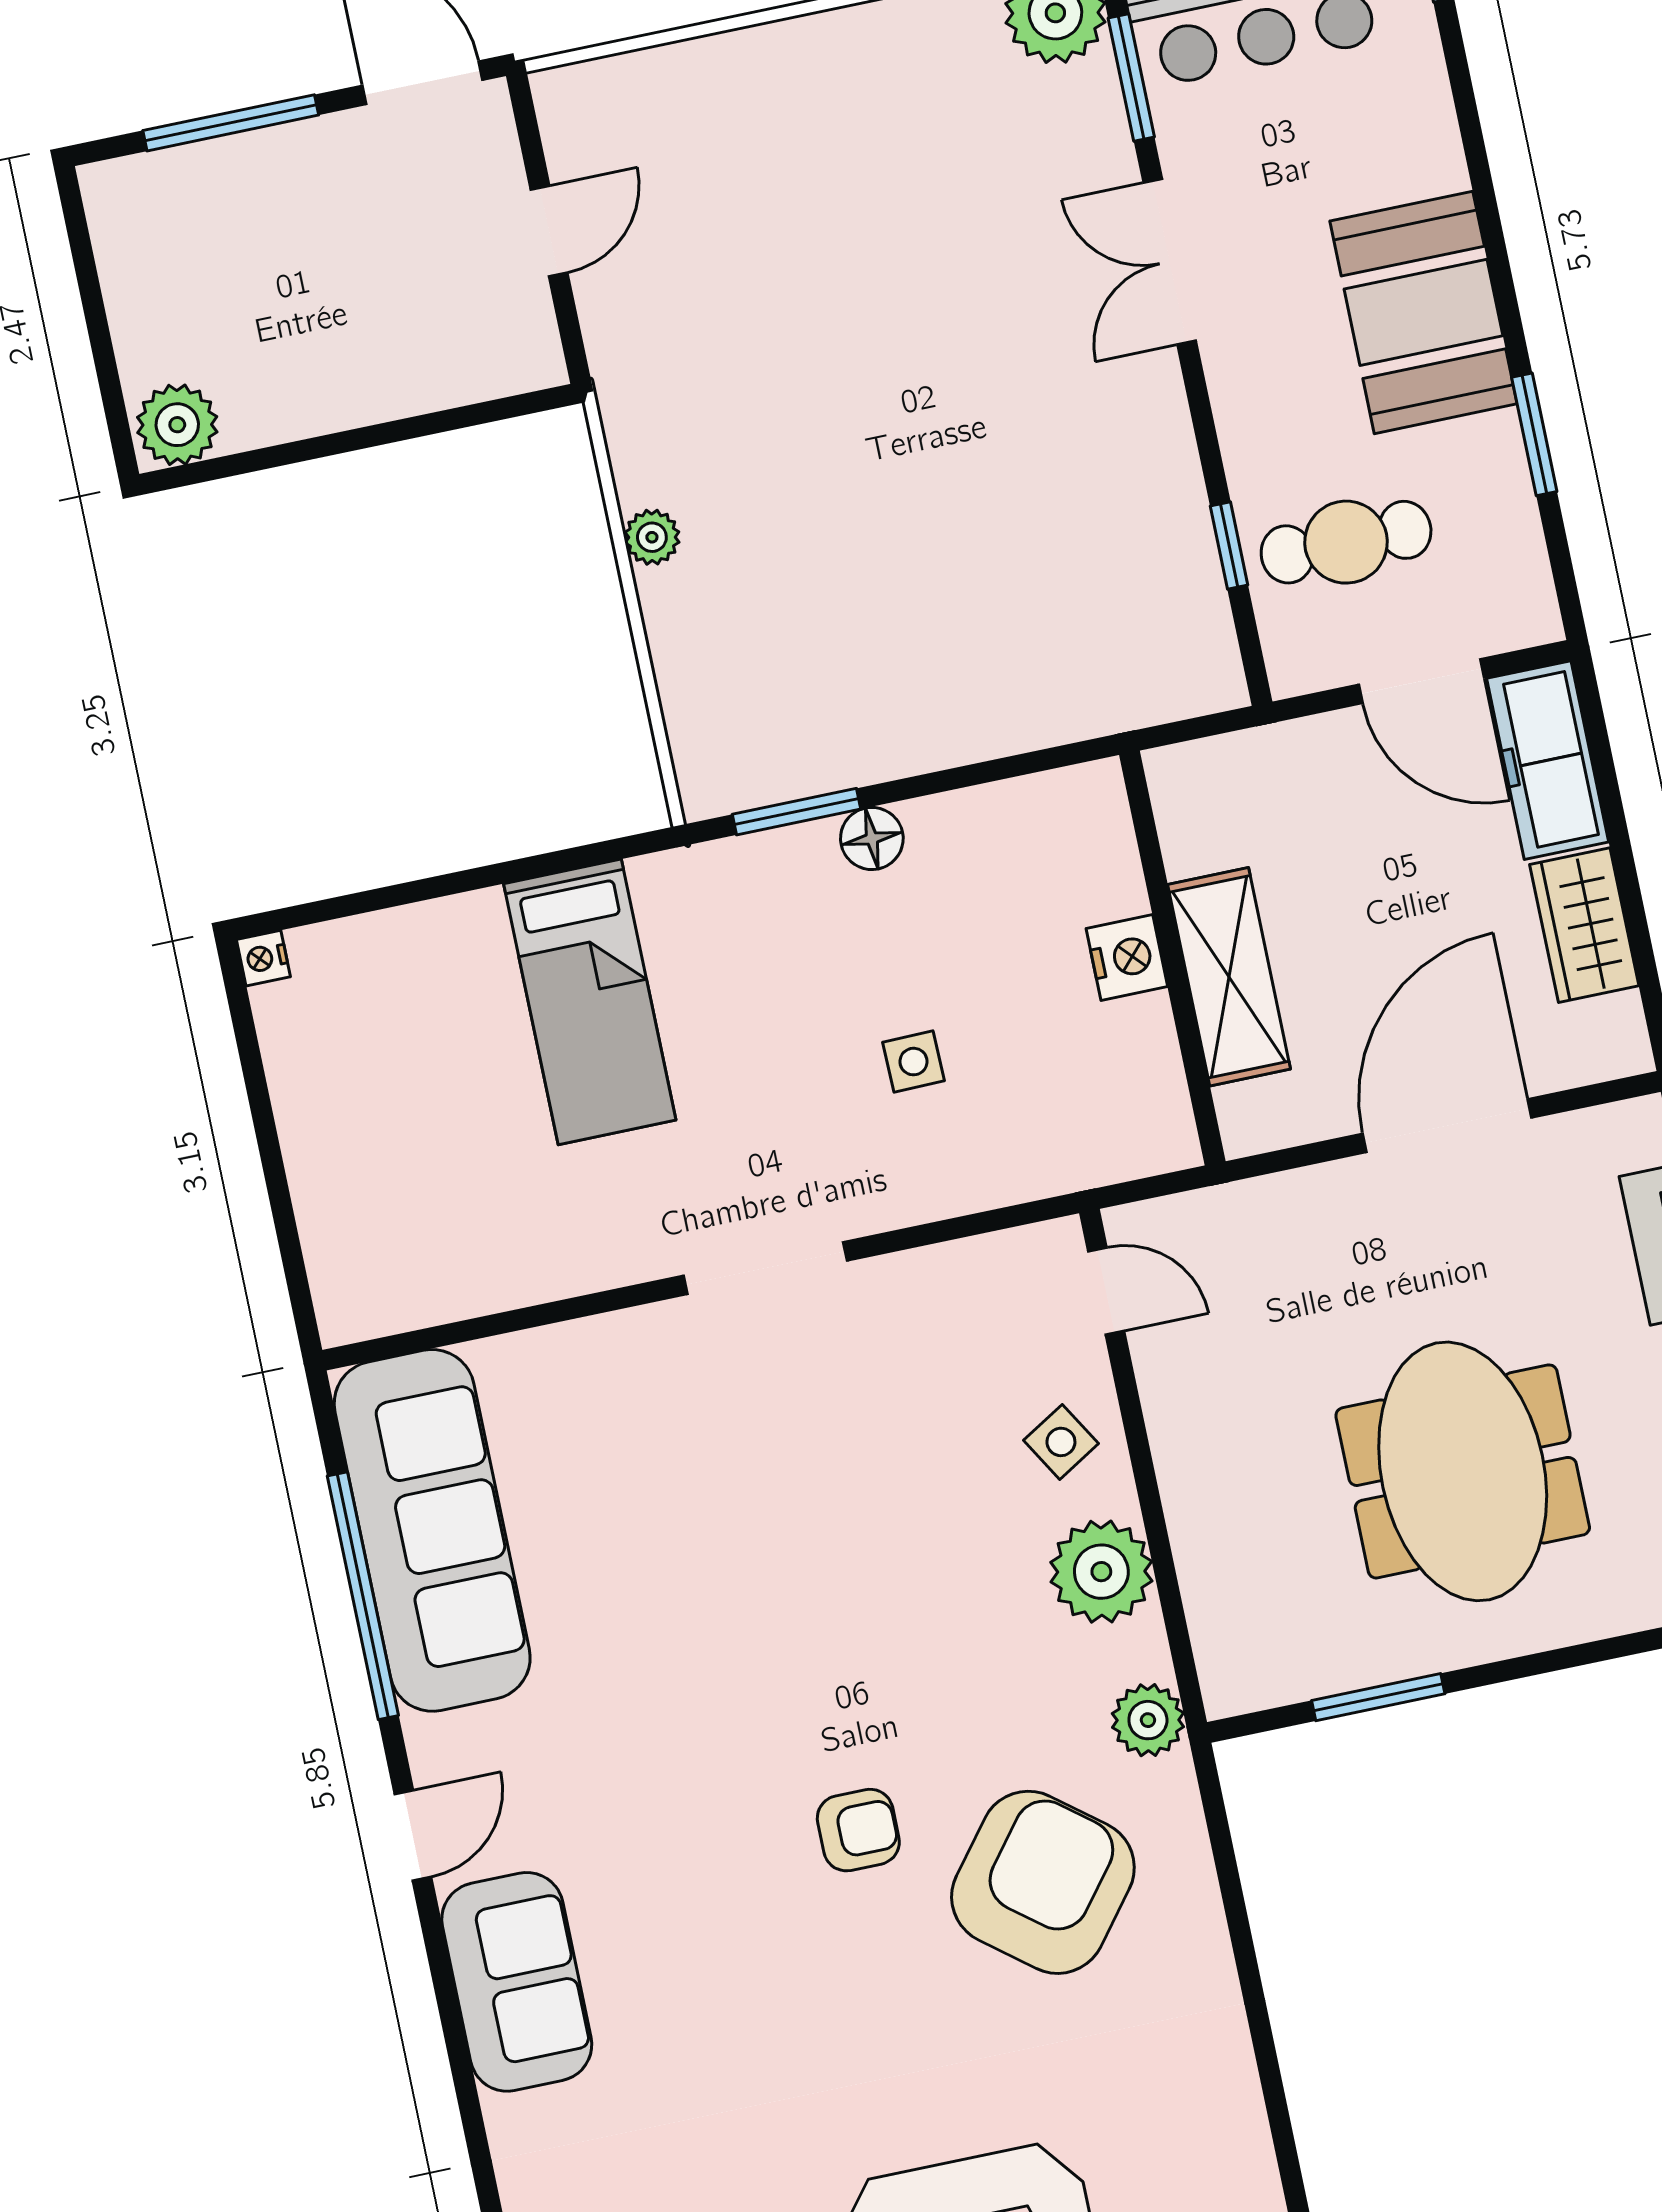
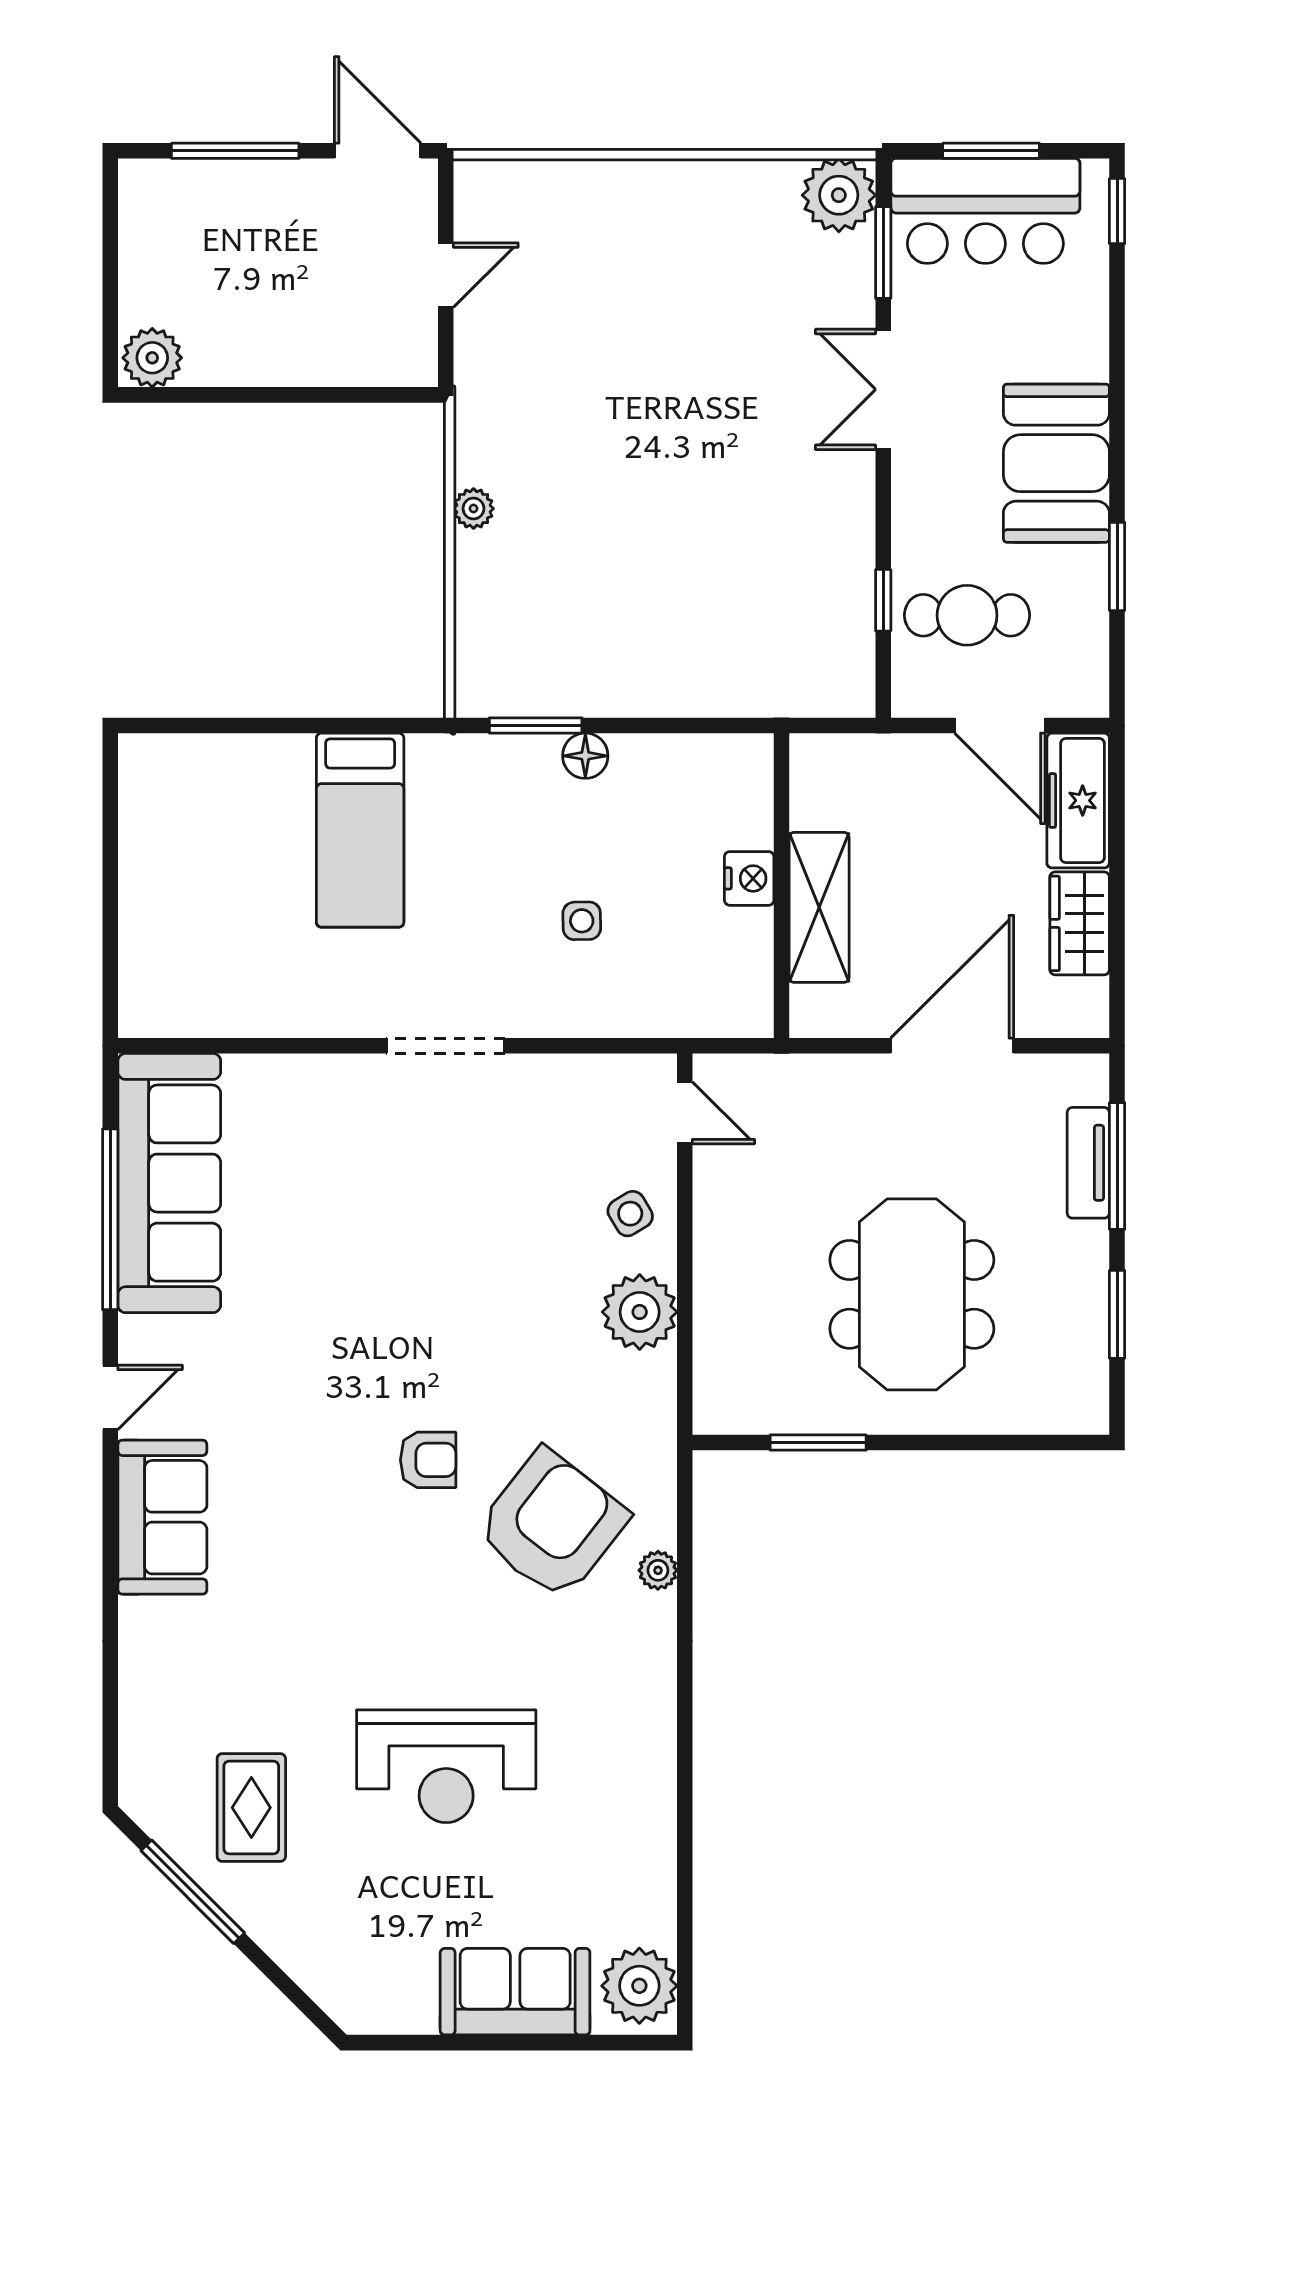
nightstand: (263, 958) -> (134, 750), removed
plant: (1148, 1720) -> (658, 1570), moved, width x0.73, depth x0.73

